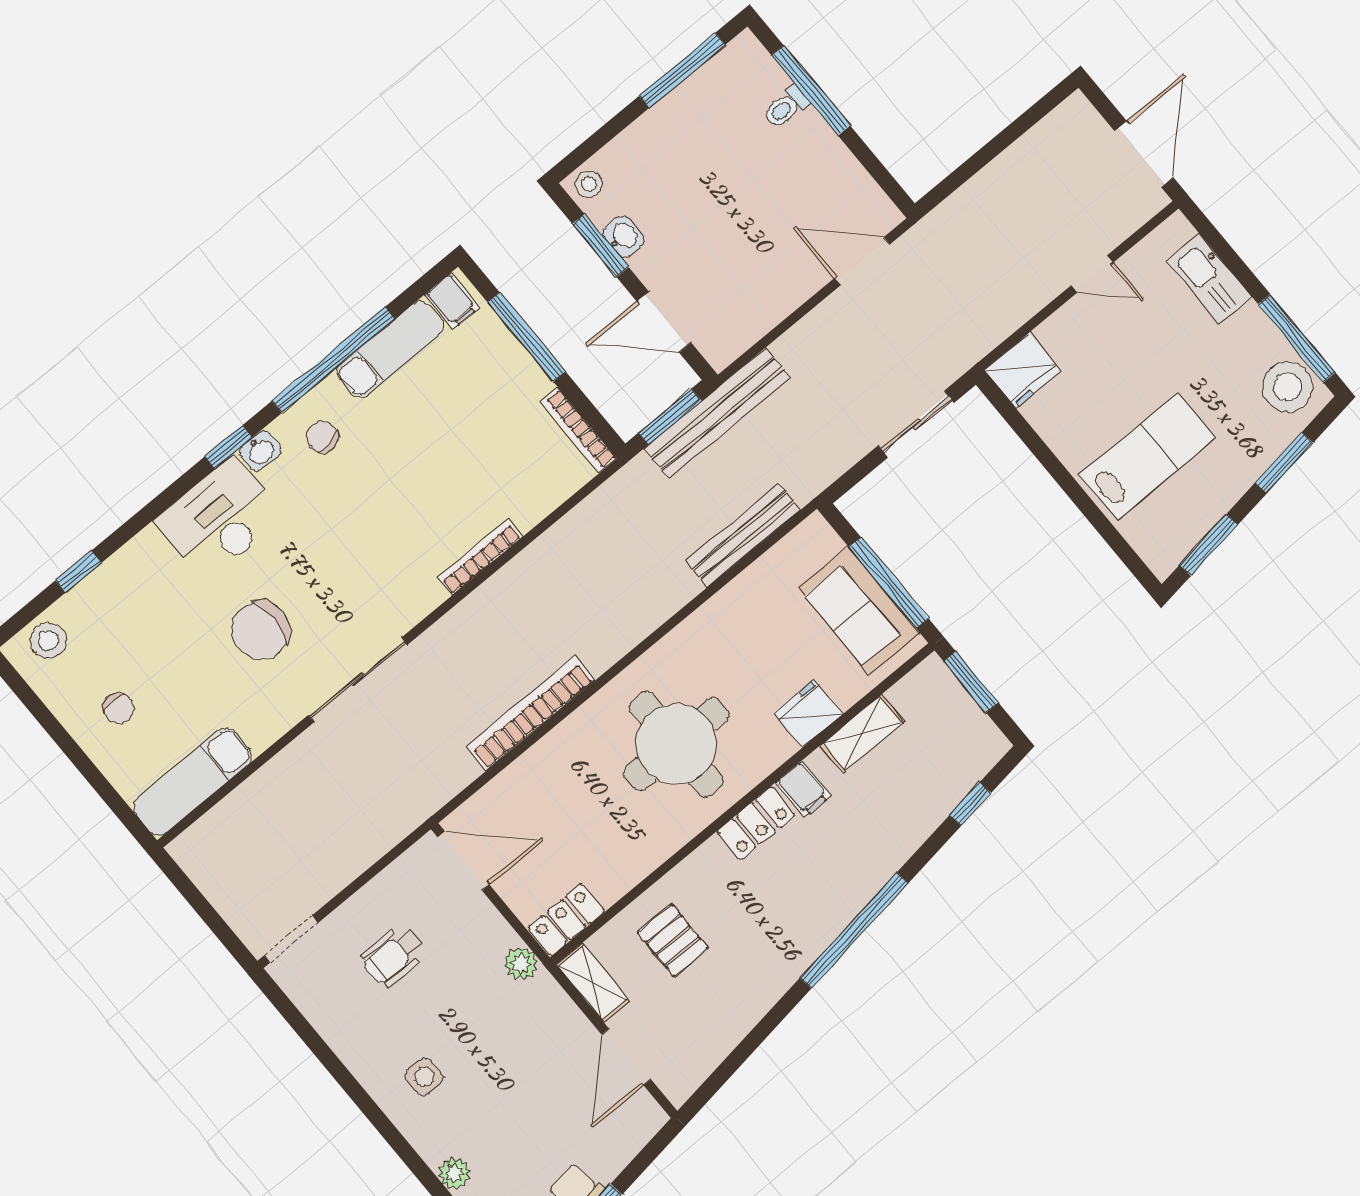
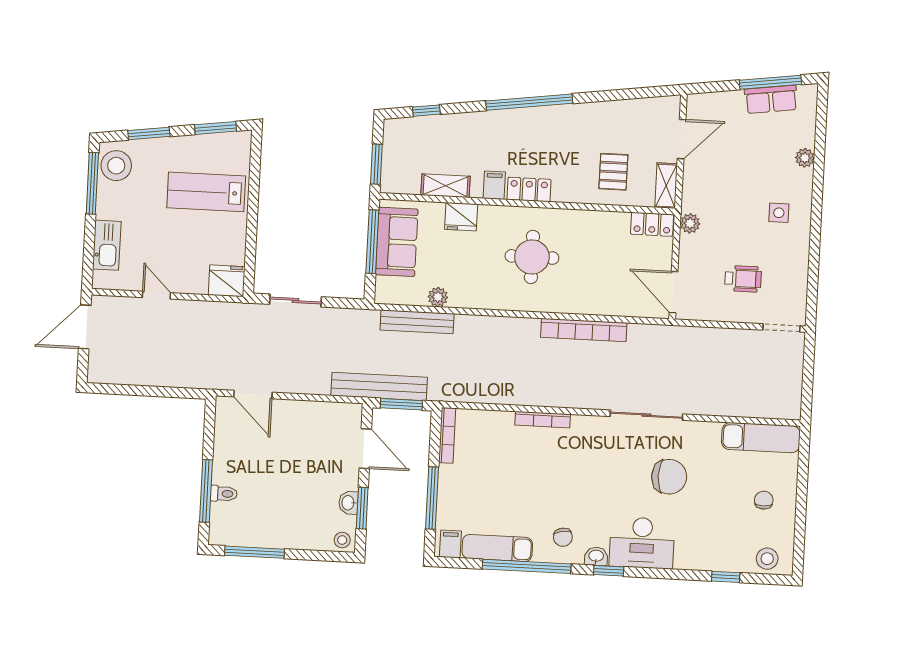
plant: (746, 589) -> (438, 297), added
round table: (676, 744) -> (532, 257), width x0.73, depth x0.73

